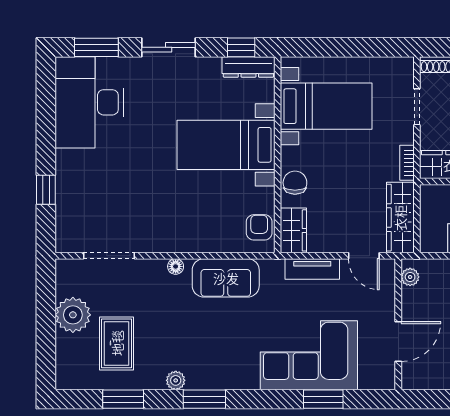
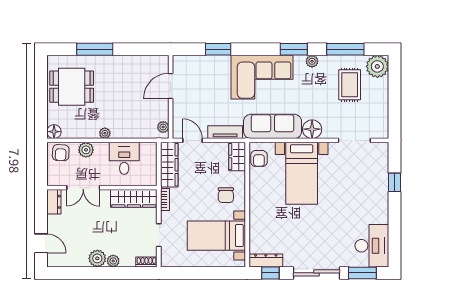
sliding door: (169, 47) -> (317, 273), width x1.37
desk: (89, 102) -> (372, 246), width x0.73, depth x0.77
bed with nightstands: (226, 145) -> (302, 173), moved, turned 90
chair: (295, 183) -> (226, 195), moved
floor lamp: (176, 266) -> (312, 129), width x1.89, depth x1.89
sofa: (226, 278) -> (273, 126), width x1.36
plant: (73, 315) -> (377, 66), moved
corner sofa: (309, 355) -> (262, 77), moved
window: (123, 399) -> (345, 49), width x1.44

